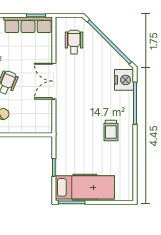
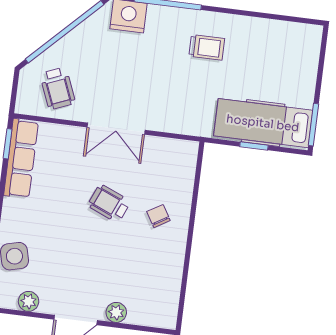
wheelchair: (74, 42) -> (58, 88), turned -112
hospital bed: (85, 187) -> (263, 123), moved, turned -90

